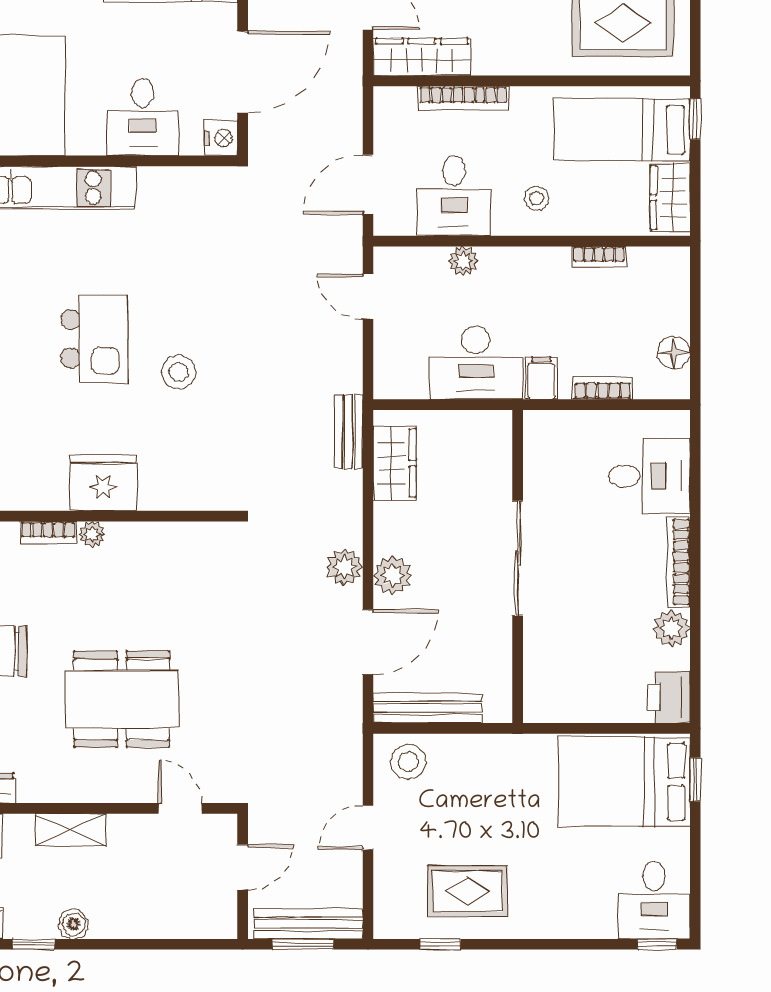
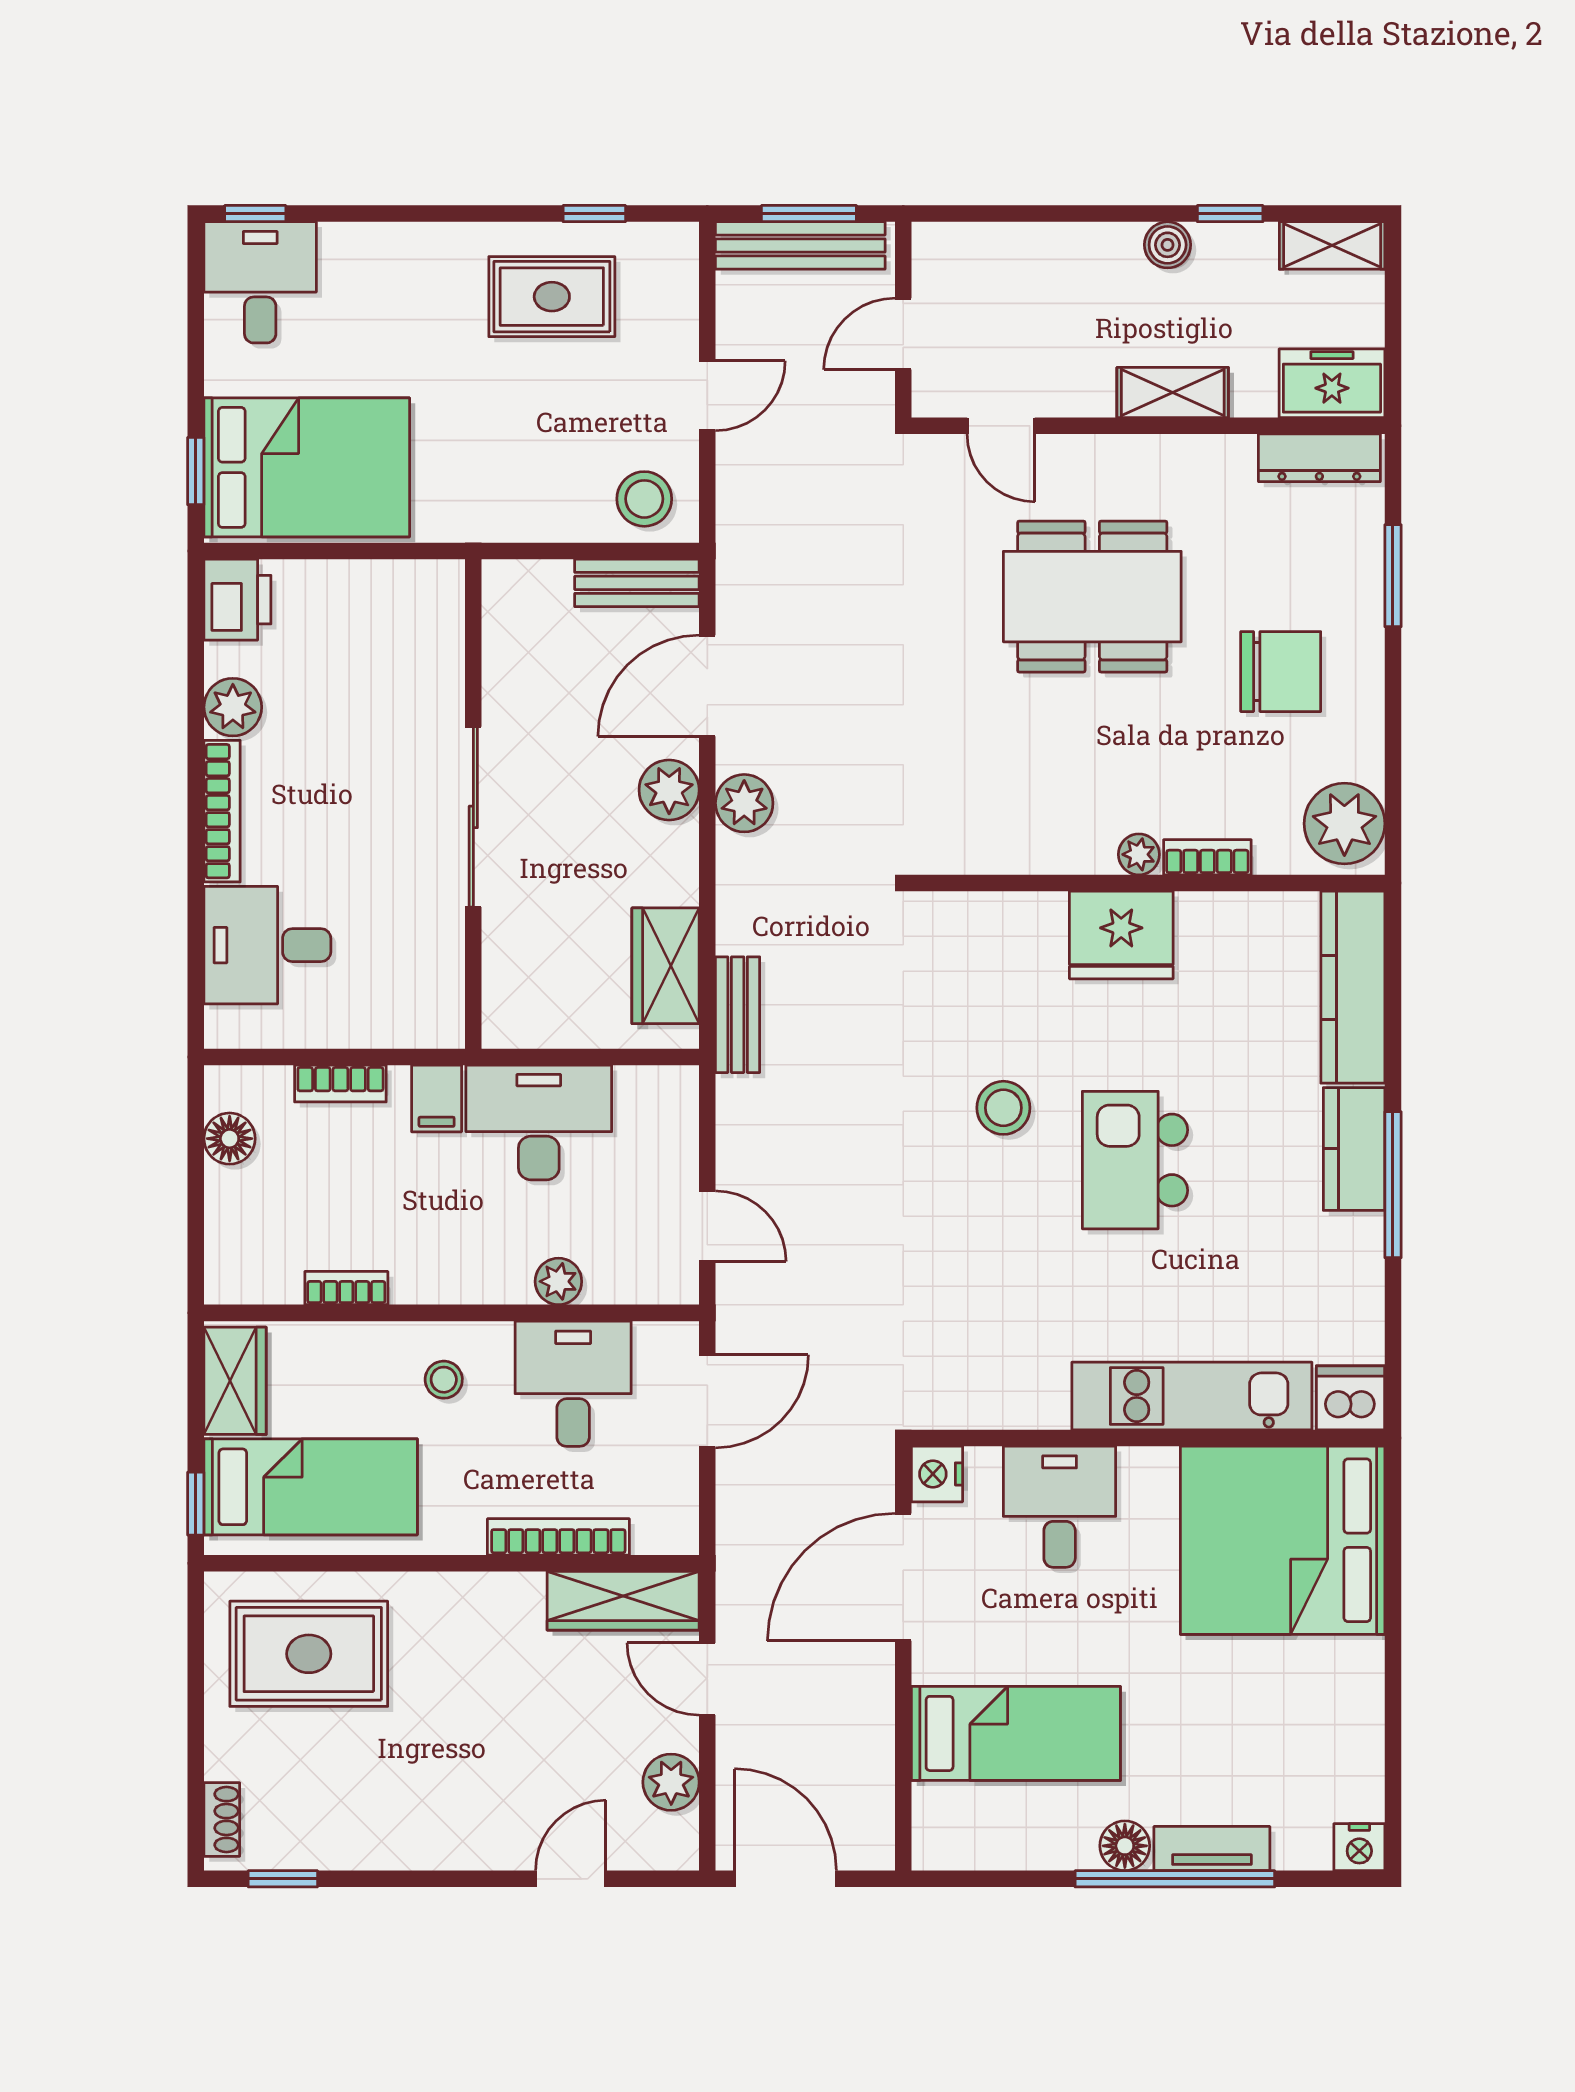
bench: (428, 708) -> (637, 583), width x0.73

